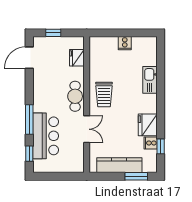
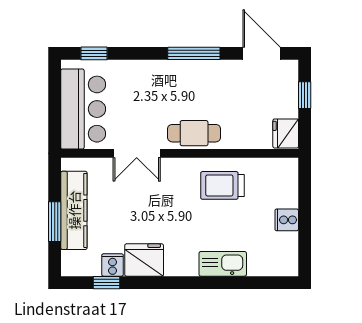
fridge: (77, 58) -> (286, 133), moved, turned -90
trolley: (104, 95) -> (222, 185), moved
window: (29, 119) -> (194, 53), moved
bar counter: (46, 136) -> (83, 109), moved, turned -90
window: (136, 176) -> (55, 222), moved

